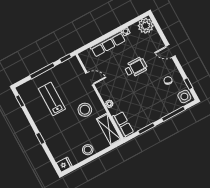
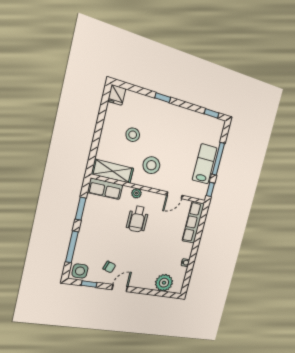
plant: (146, 26) -> (164, 283), moved
row of seats: (108, 44) -> (193, 222), moved
door: (171, 51) -> (120, 288), moved
wheelchair: (136, 67) -> (138, 219), moved
lab bench: (52, 99) -> (205, 164), moved, turned -90
stool: (88, 150) -> (133, 135), moved

